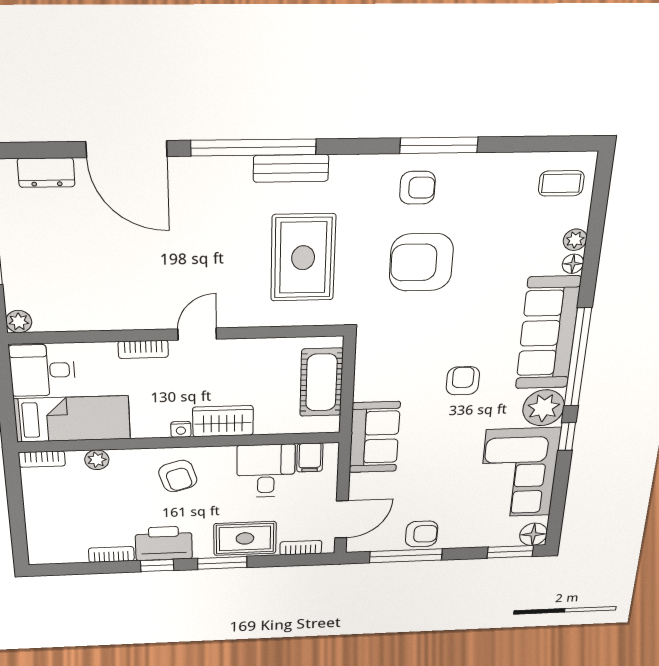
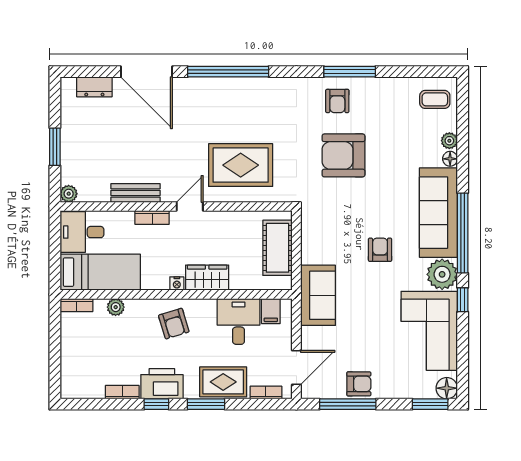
bench: (291, 168) -> (136, 193), moved
armchair: (417, 188) -> (337, 101), turned 90
rug: (303, 258) -> (241, 165), moved, turned 90

